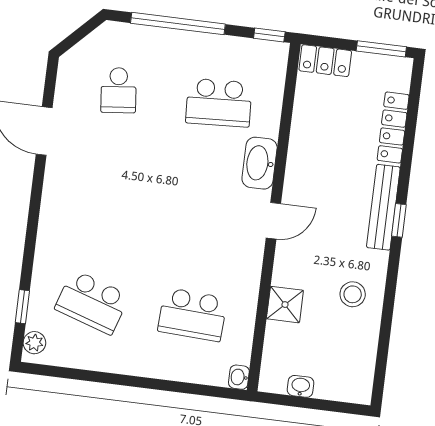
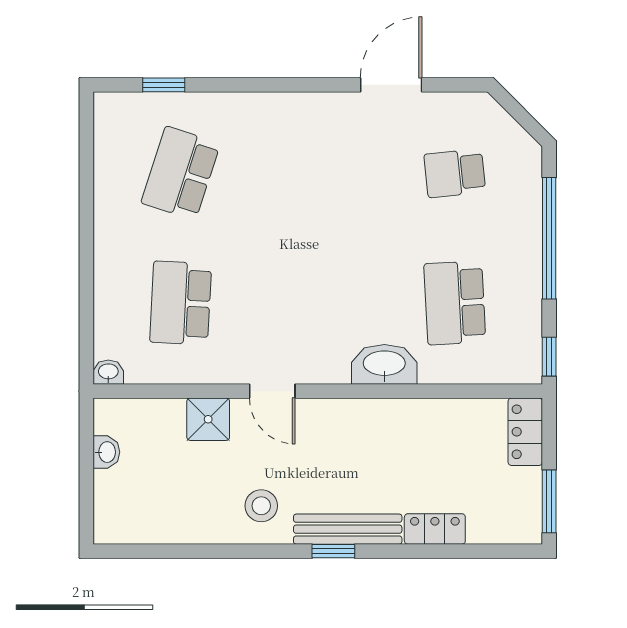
locker: (393, 128) -> (435, 529), width x0.66
door: (273, 221) -> (272, 391), moved
stool: (353, 294) -> (261, 506), moved
plant: (34, 343) -> (120, 106), removed

